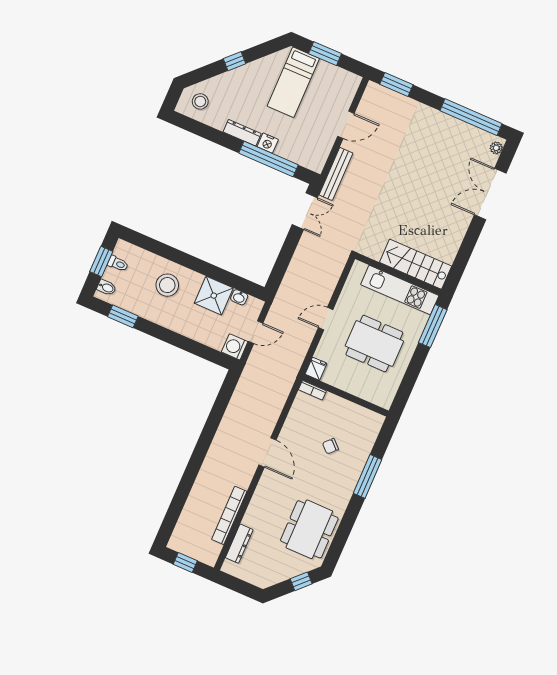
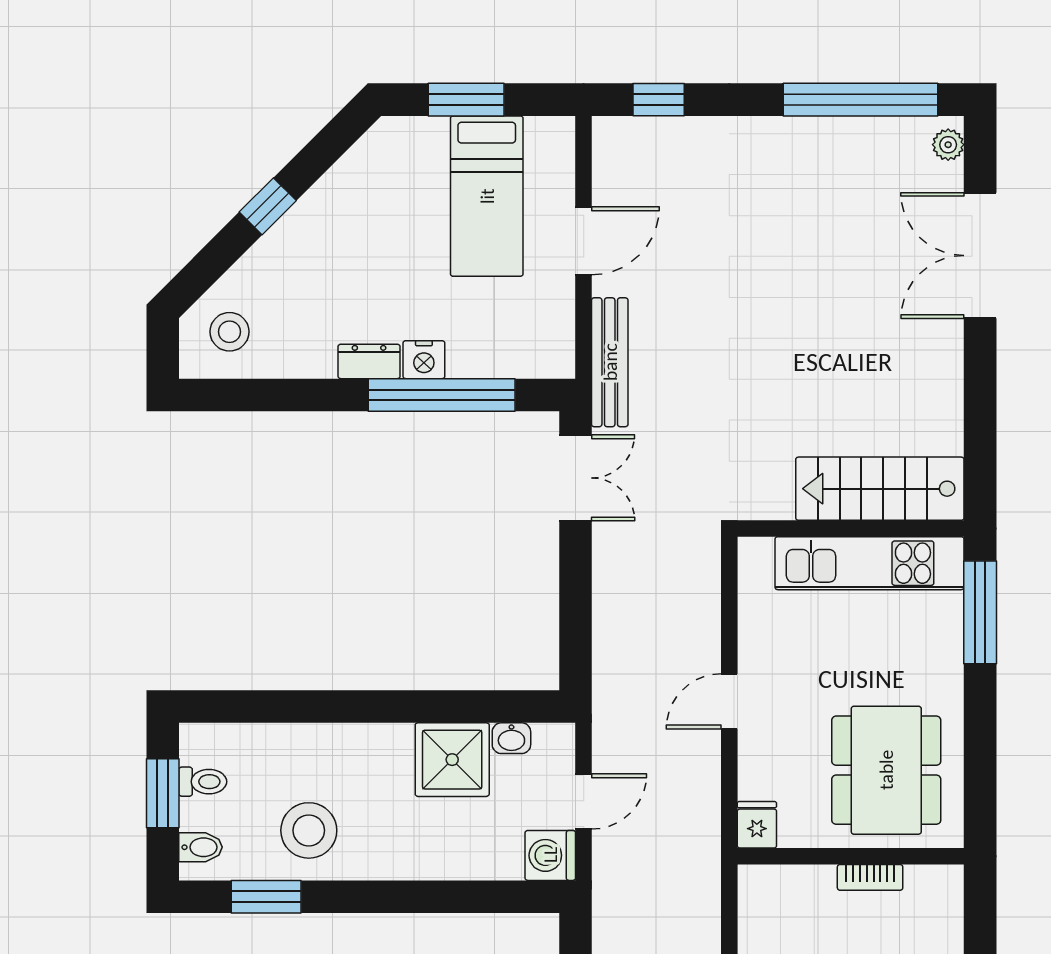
bed: (293, 82) -> (487, 196), moved
window: (396, 85) -> (659, 100), width x0.67
dresser: (242, 133) -> (369, 361), width x0.70
stool: (167, 285) -> (309, 830), moved
dining table: (374, 343) -> (886, 770), moved, turned 90
bookcase: (312, 390) -> (870, 877), moved

